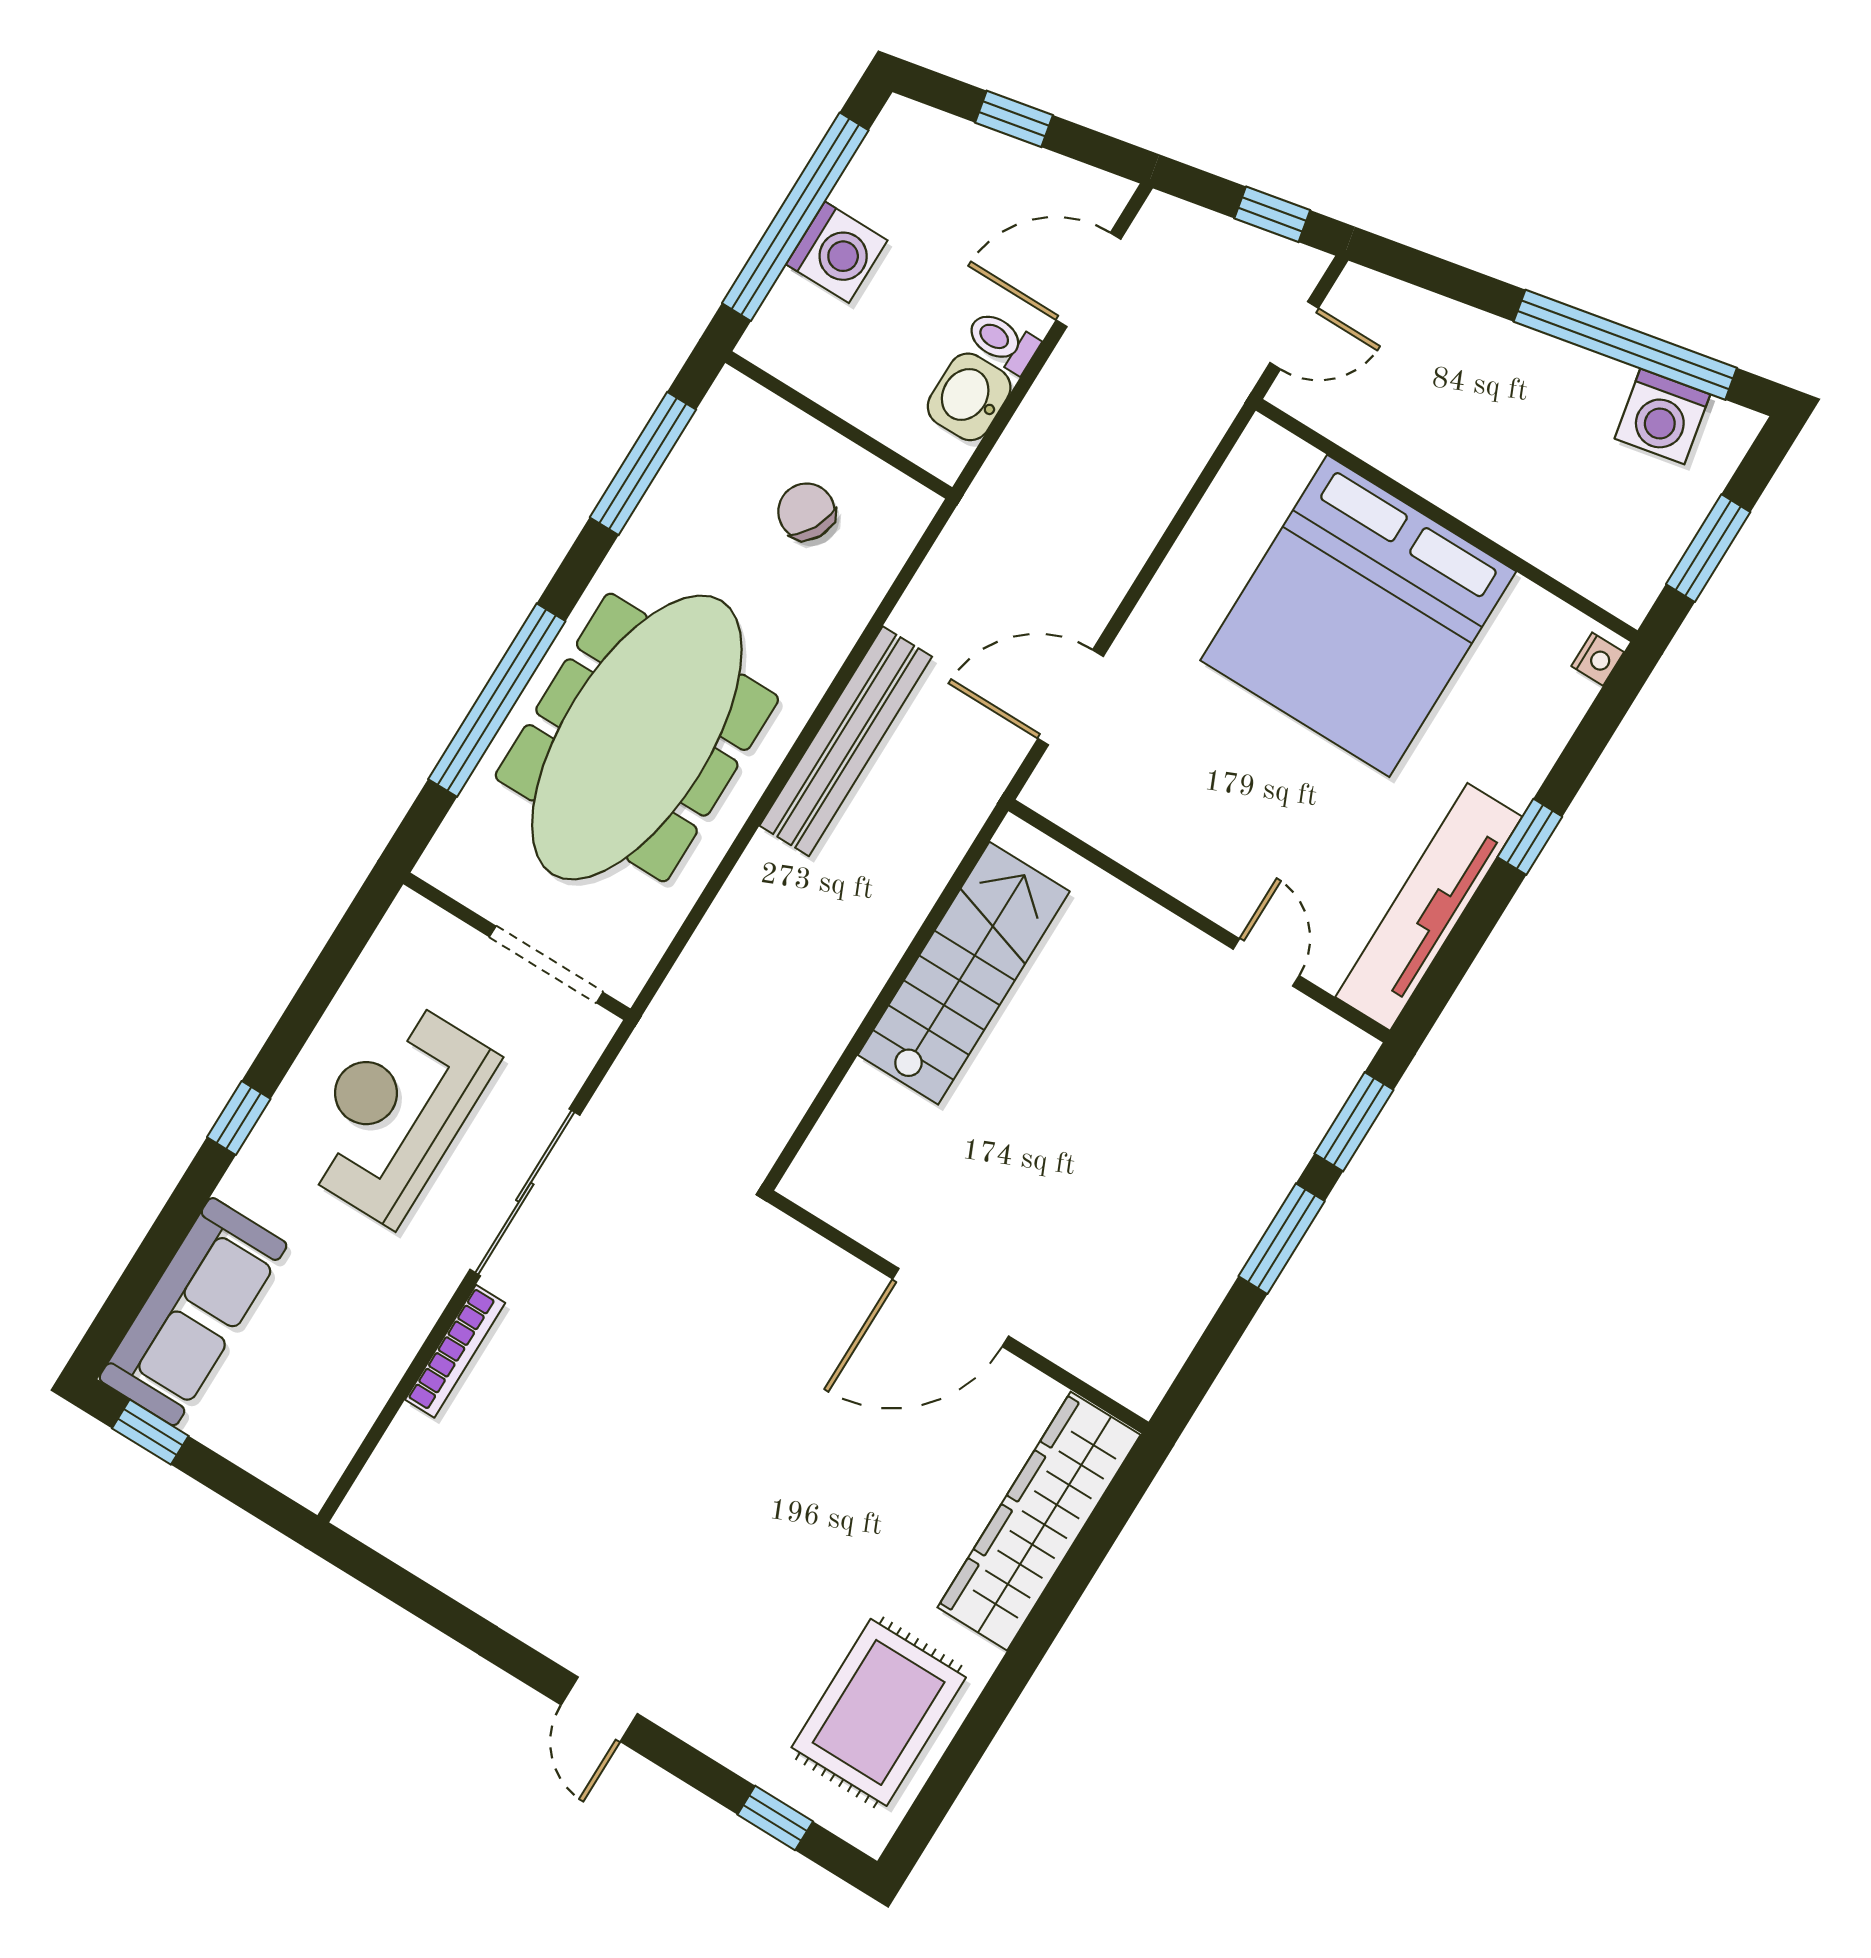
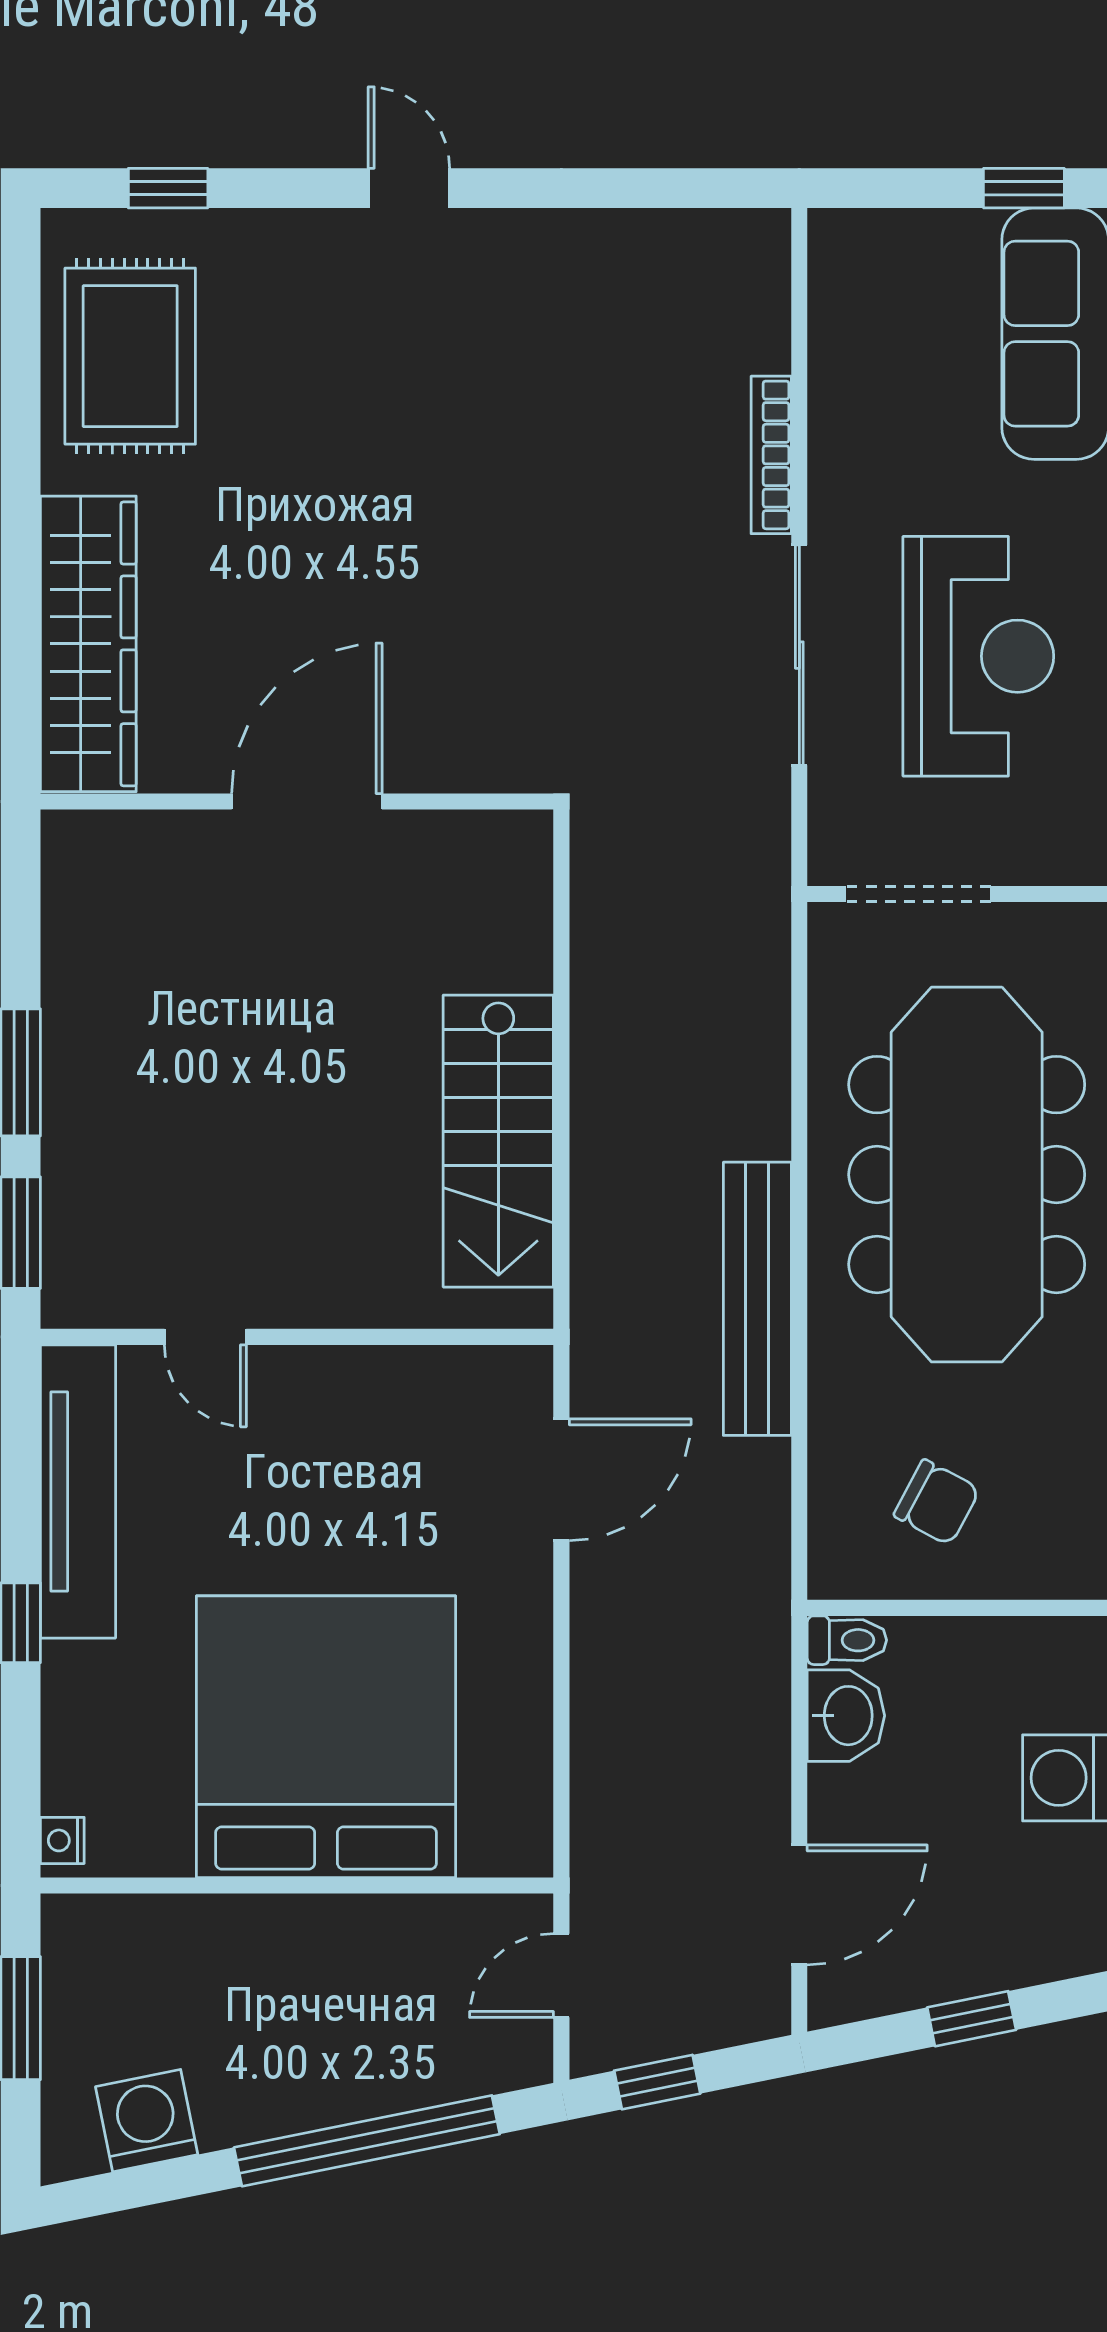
toilet: (1002, 341) -> (847, 1640), moved
window: (1625, 345) -> (367, 2141), moved

